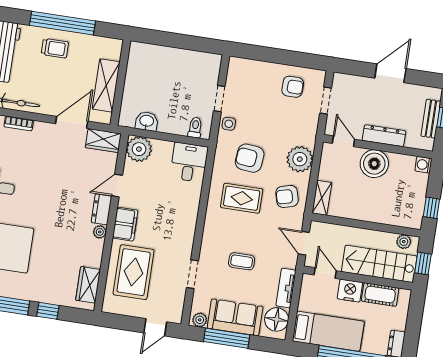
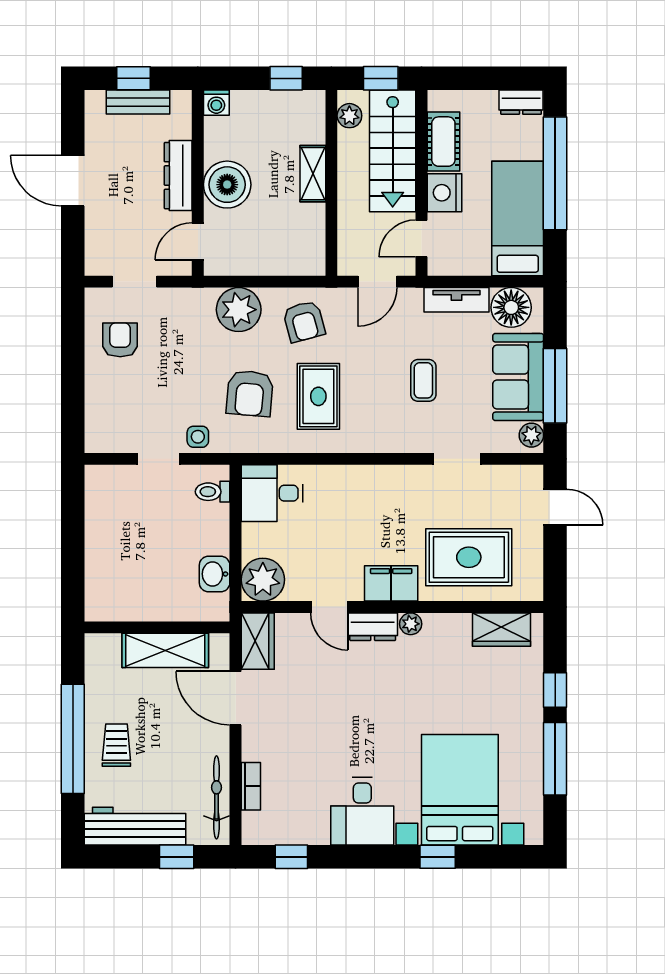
shelving: (322, 198) -> (313, 174), moved, turned 90

